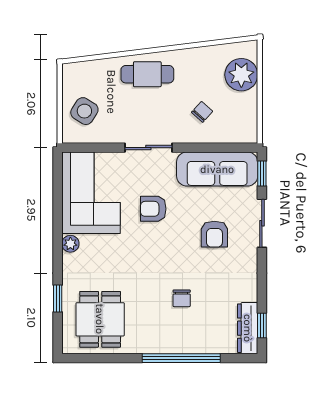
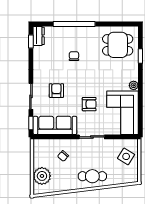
dining table: (100, 319) -> (118, 45), turned 90
dresser: (248, 328) -> (39, 36), width x0.70

